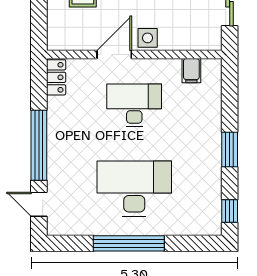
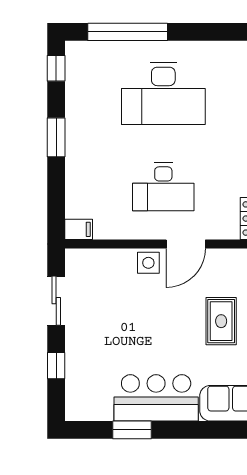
filing cabinet: (191, 71) -> (79, 229), moved, turned 90
window: (129, 243) -> (128, 32), moved

